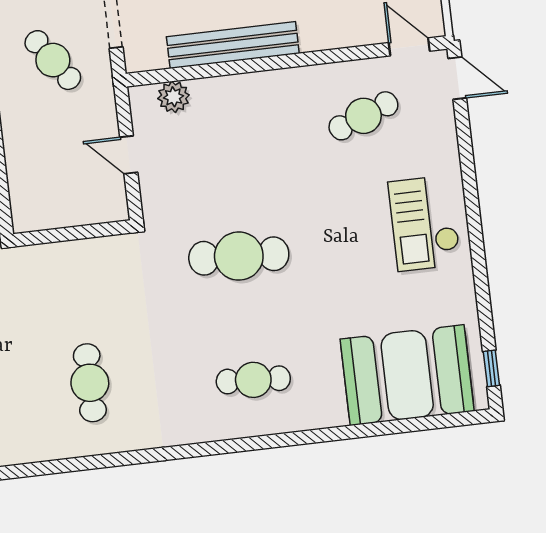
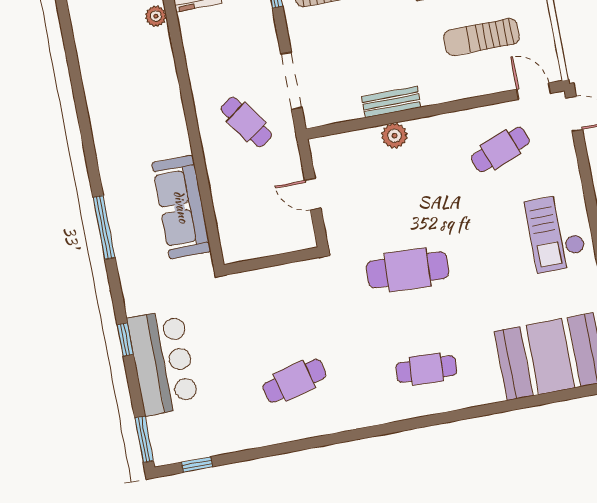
bench: (233, 45) -> (391, 102), width x0.54, depth x0.82
plant: (174, 97) -> (394, 136), moved
cafe table: (90, 383) -> (294, 381), turned 75

